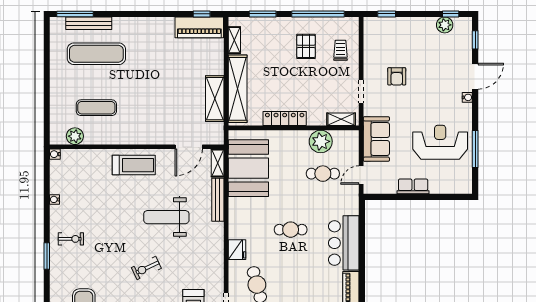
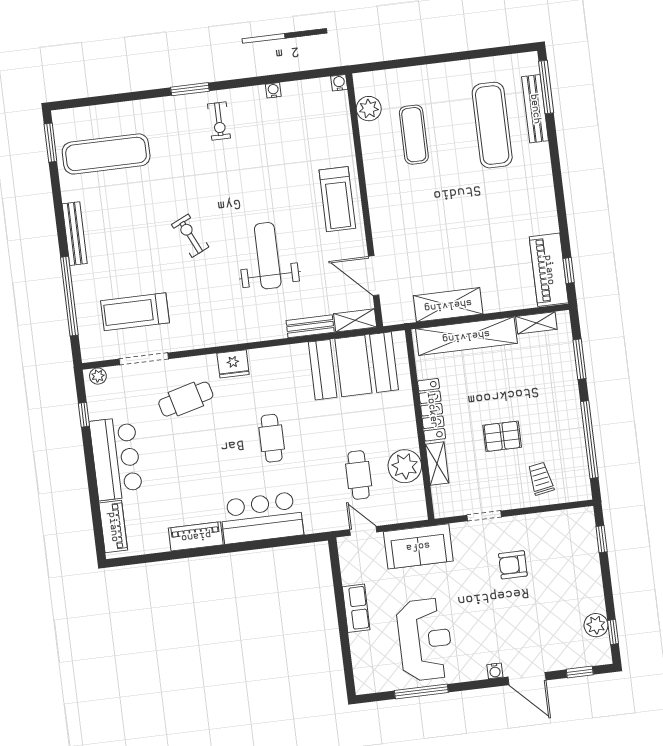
pallet: (306, 46) -> (502, 436), moved
trolley: (341, 50) -> (541, 479), turned -100
shelving: (341, 119) -> (437, 464), moved
bench: (218, 200) -> (310, 326), width x0.73

